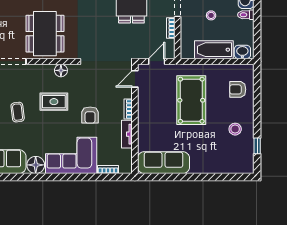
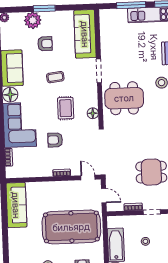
pool table: (191, 100) -> (71, 227), width x1.36, depth x1.32
tv unit: (127, 134) -> (40, 172), removed

